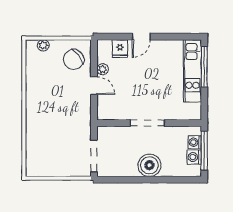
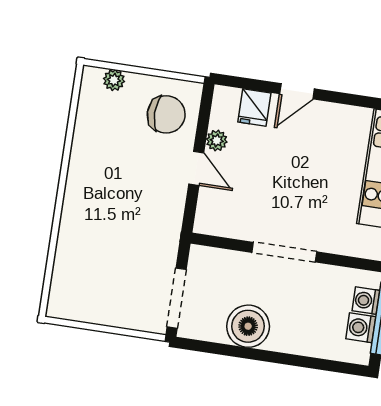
chair: (74, 59) -> (166, 114), turned -143
boiler: (149, 165) -> (248, 326), moved

